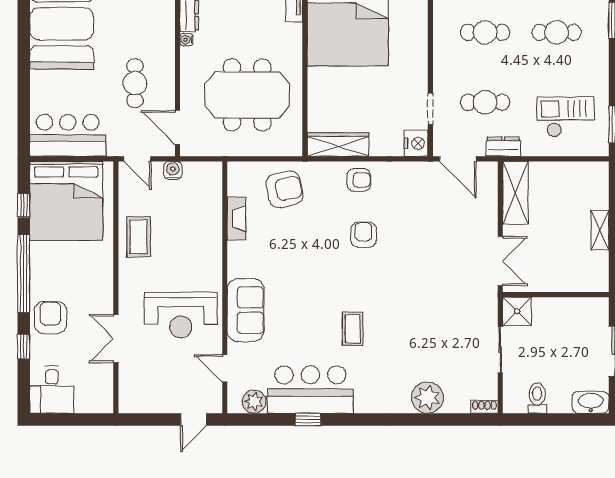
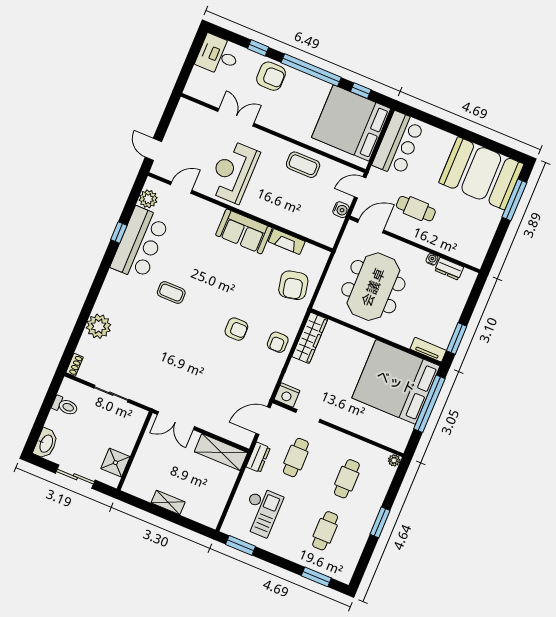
sofa: (246, 310) -> (244, 231), moved
shower: (517, 311) -> (115, 463), moved

